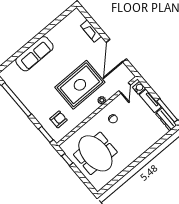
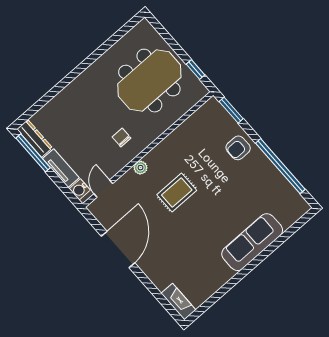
fireplace: (91, 31) -> (178, 302), moved
rug: (80, 85) -> (177, 193), width x0.54, depth x0.49
armchair: (59, 119) -> (238, 148), moved
meeting table: (95, 153) -> (149, 81), turned 90

